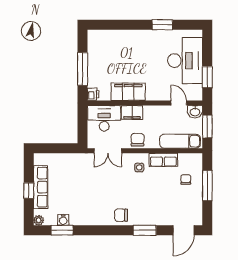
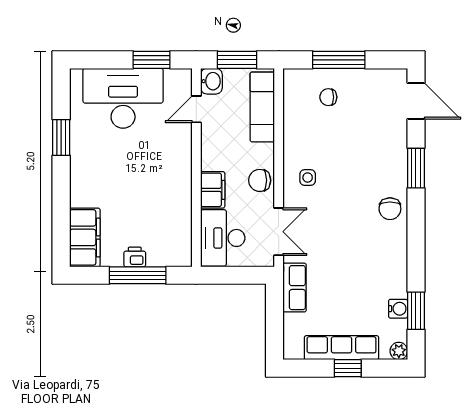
filing cabinet: (128, 92) -> (85, 237), moved, turned 180
printer: (93, 94) -> (135, 257), moved
row of seats: (163, 160) -> (295, 288), moved

